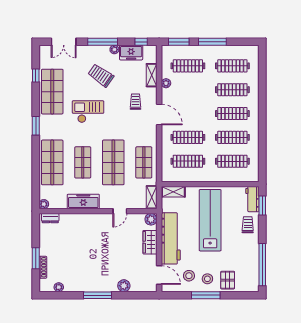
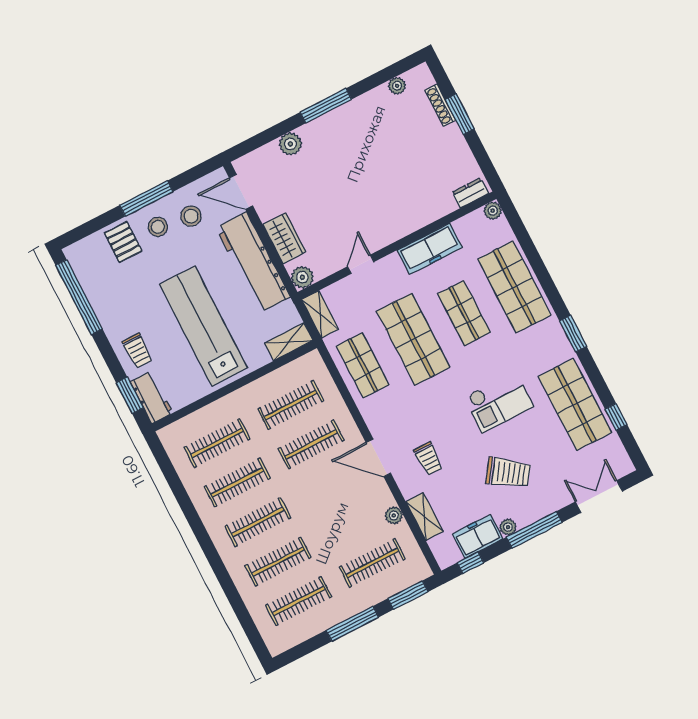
lab bench: (210, 220) -> (203, 326), turned 180

